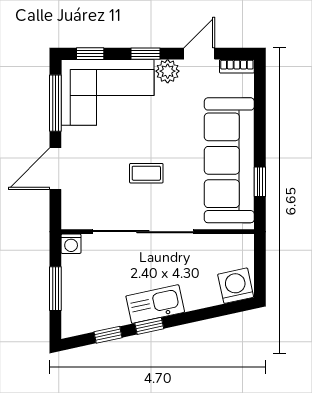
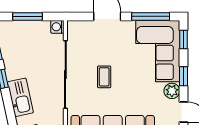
kitchen sink: (155, 304) -> (20, 97), moved

